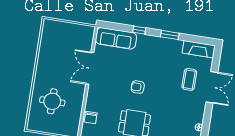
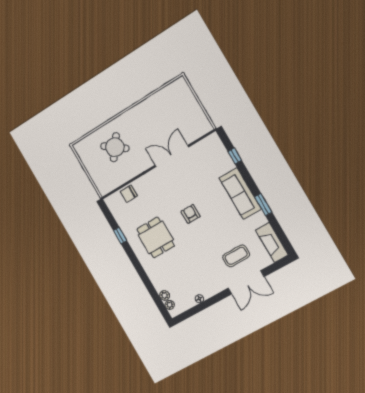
window: (139, 30) -> (235, 156), moved
sofa: (116, 38) -> (240, 194), moved
round table: (52, 101) -> (115, 147), turned 37

